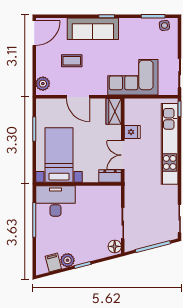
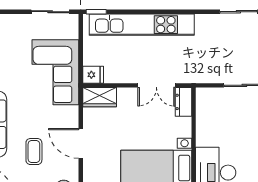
door: (78, 97) -> (81, 143), swing flipped
fridge: (132, 132) -> (93, 75), moved, turned 90

